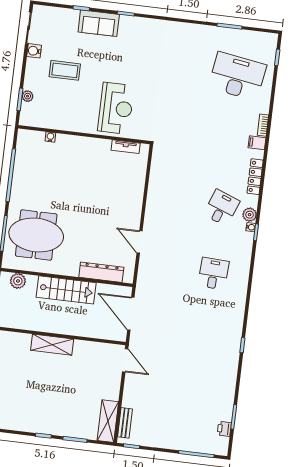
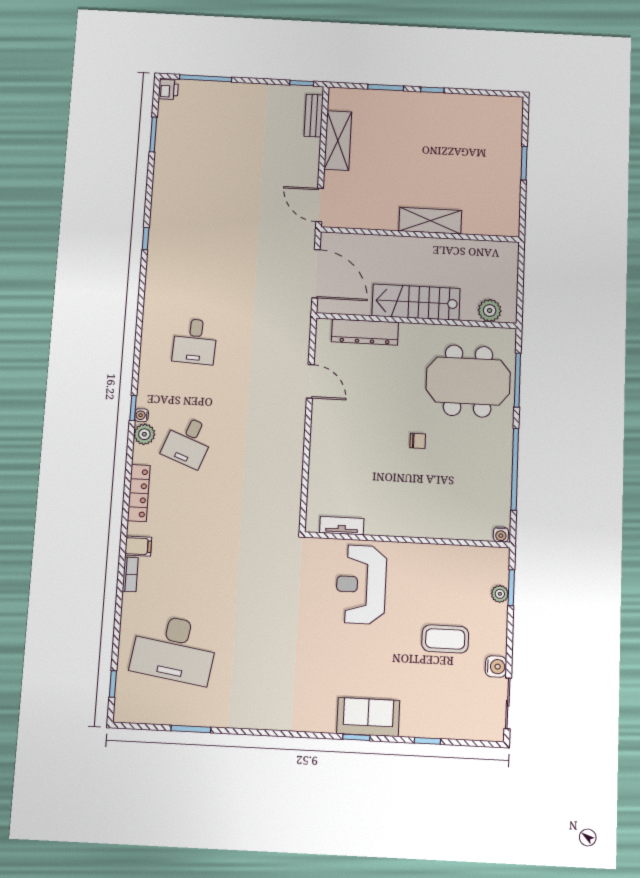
sofa: (99, 23) -> (368, 717), moved
water cooler: (50, 137) -> (501, 535), moved
chair: (72, 198) -> (418, 441), added
shelving: (108, 421) -> (338, 140), moved
printer: (224, 429) -> (168, 90), moved

